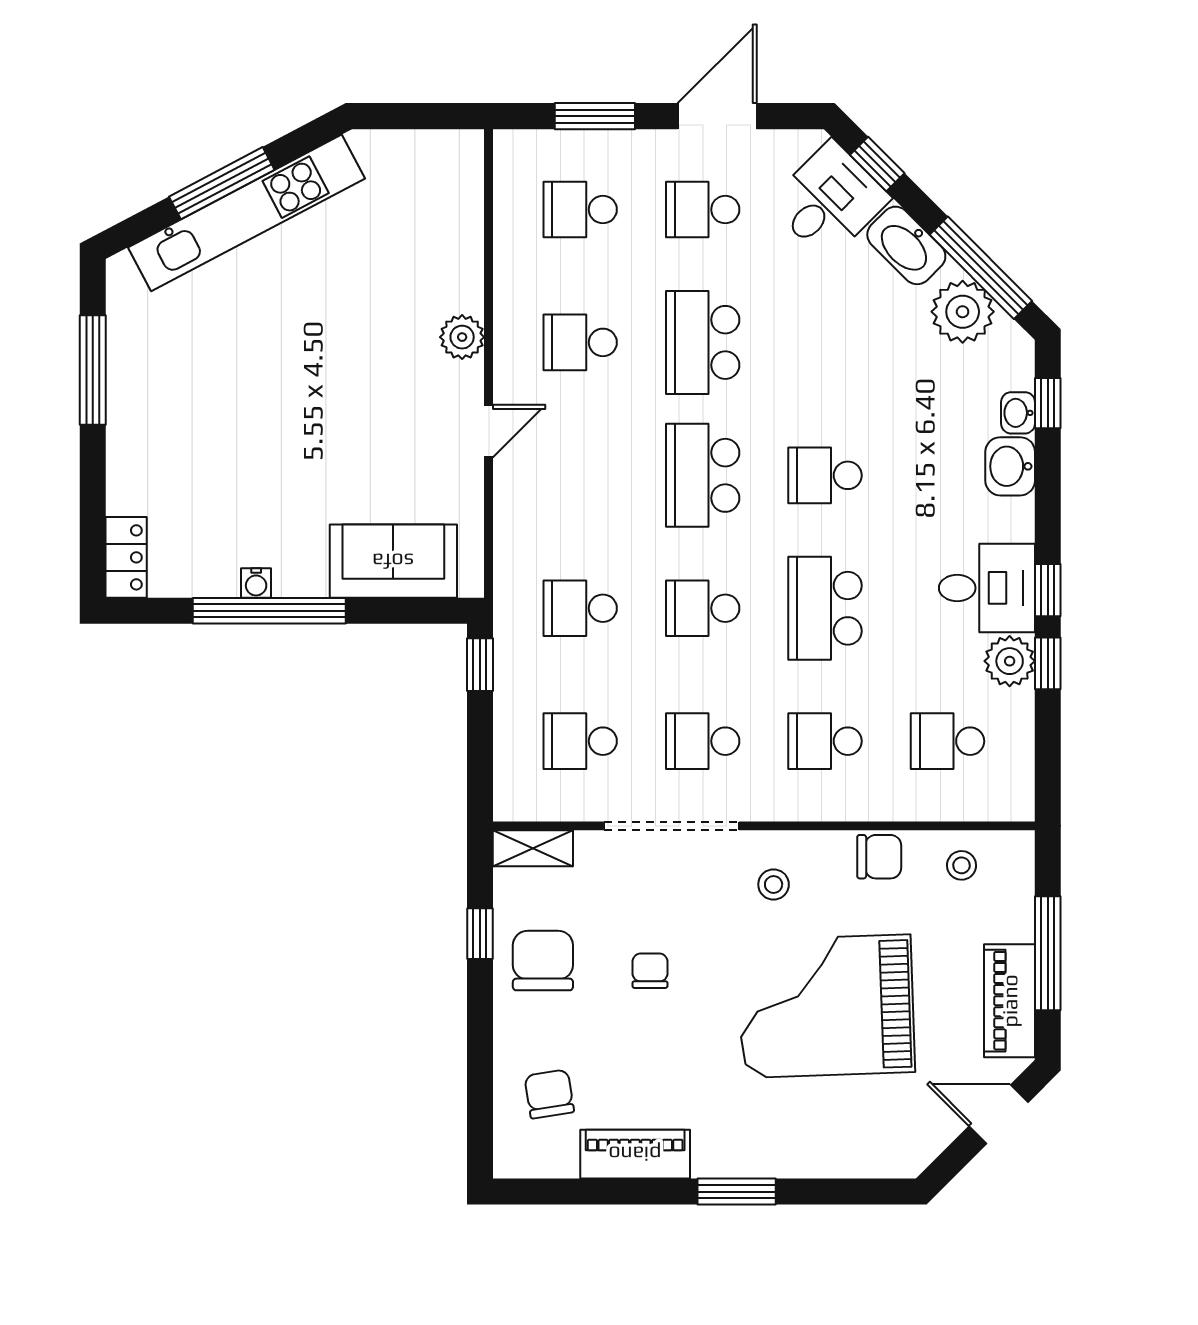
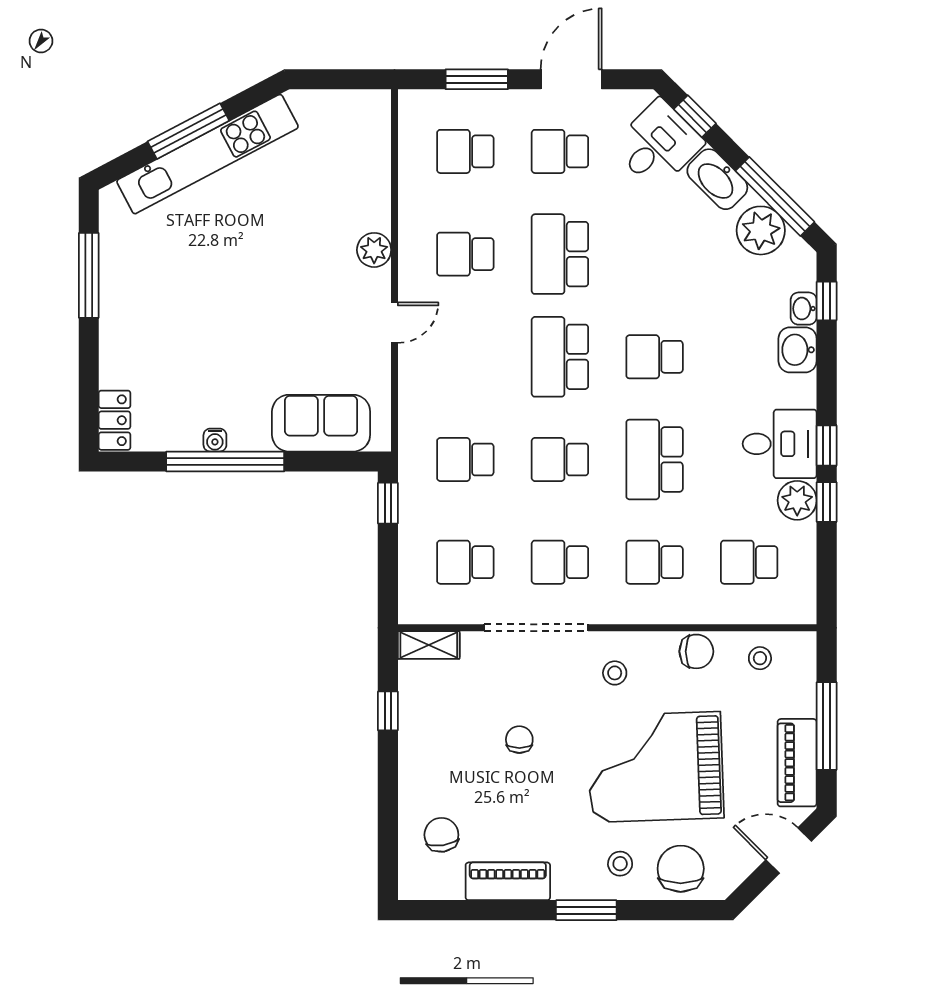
chair: (543, 961) -> (681, 869), moved
stool: (780, 1131) -> (620, 864), added

